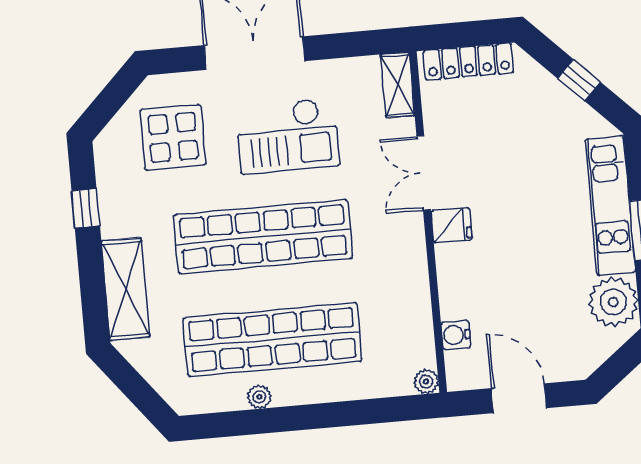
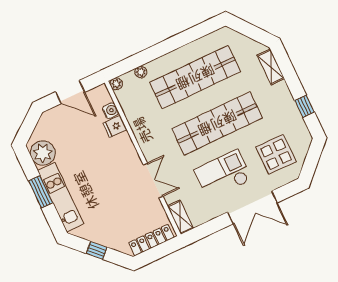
fridge: (451, 225) -> (115, 126), moved
shelving: (126, 289) -> (271, 67), width x0.67, depth x0.75
plant: (259, 397) -> (141, 72), moved

